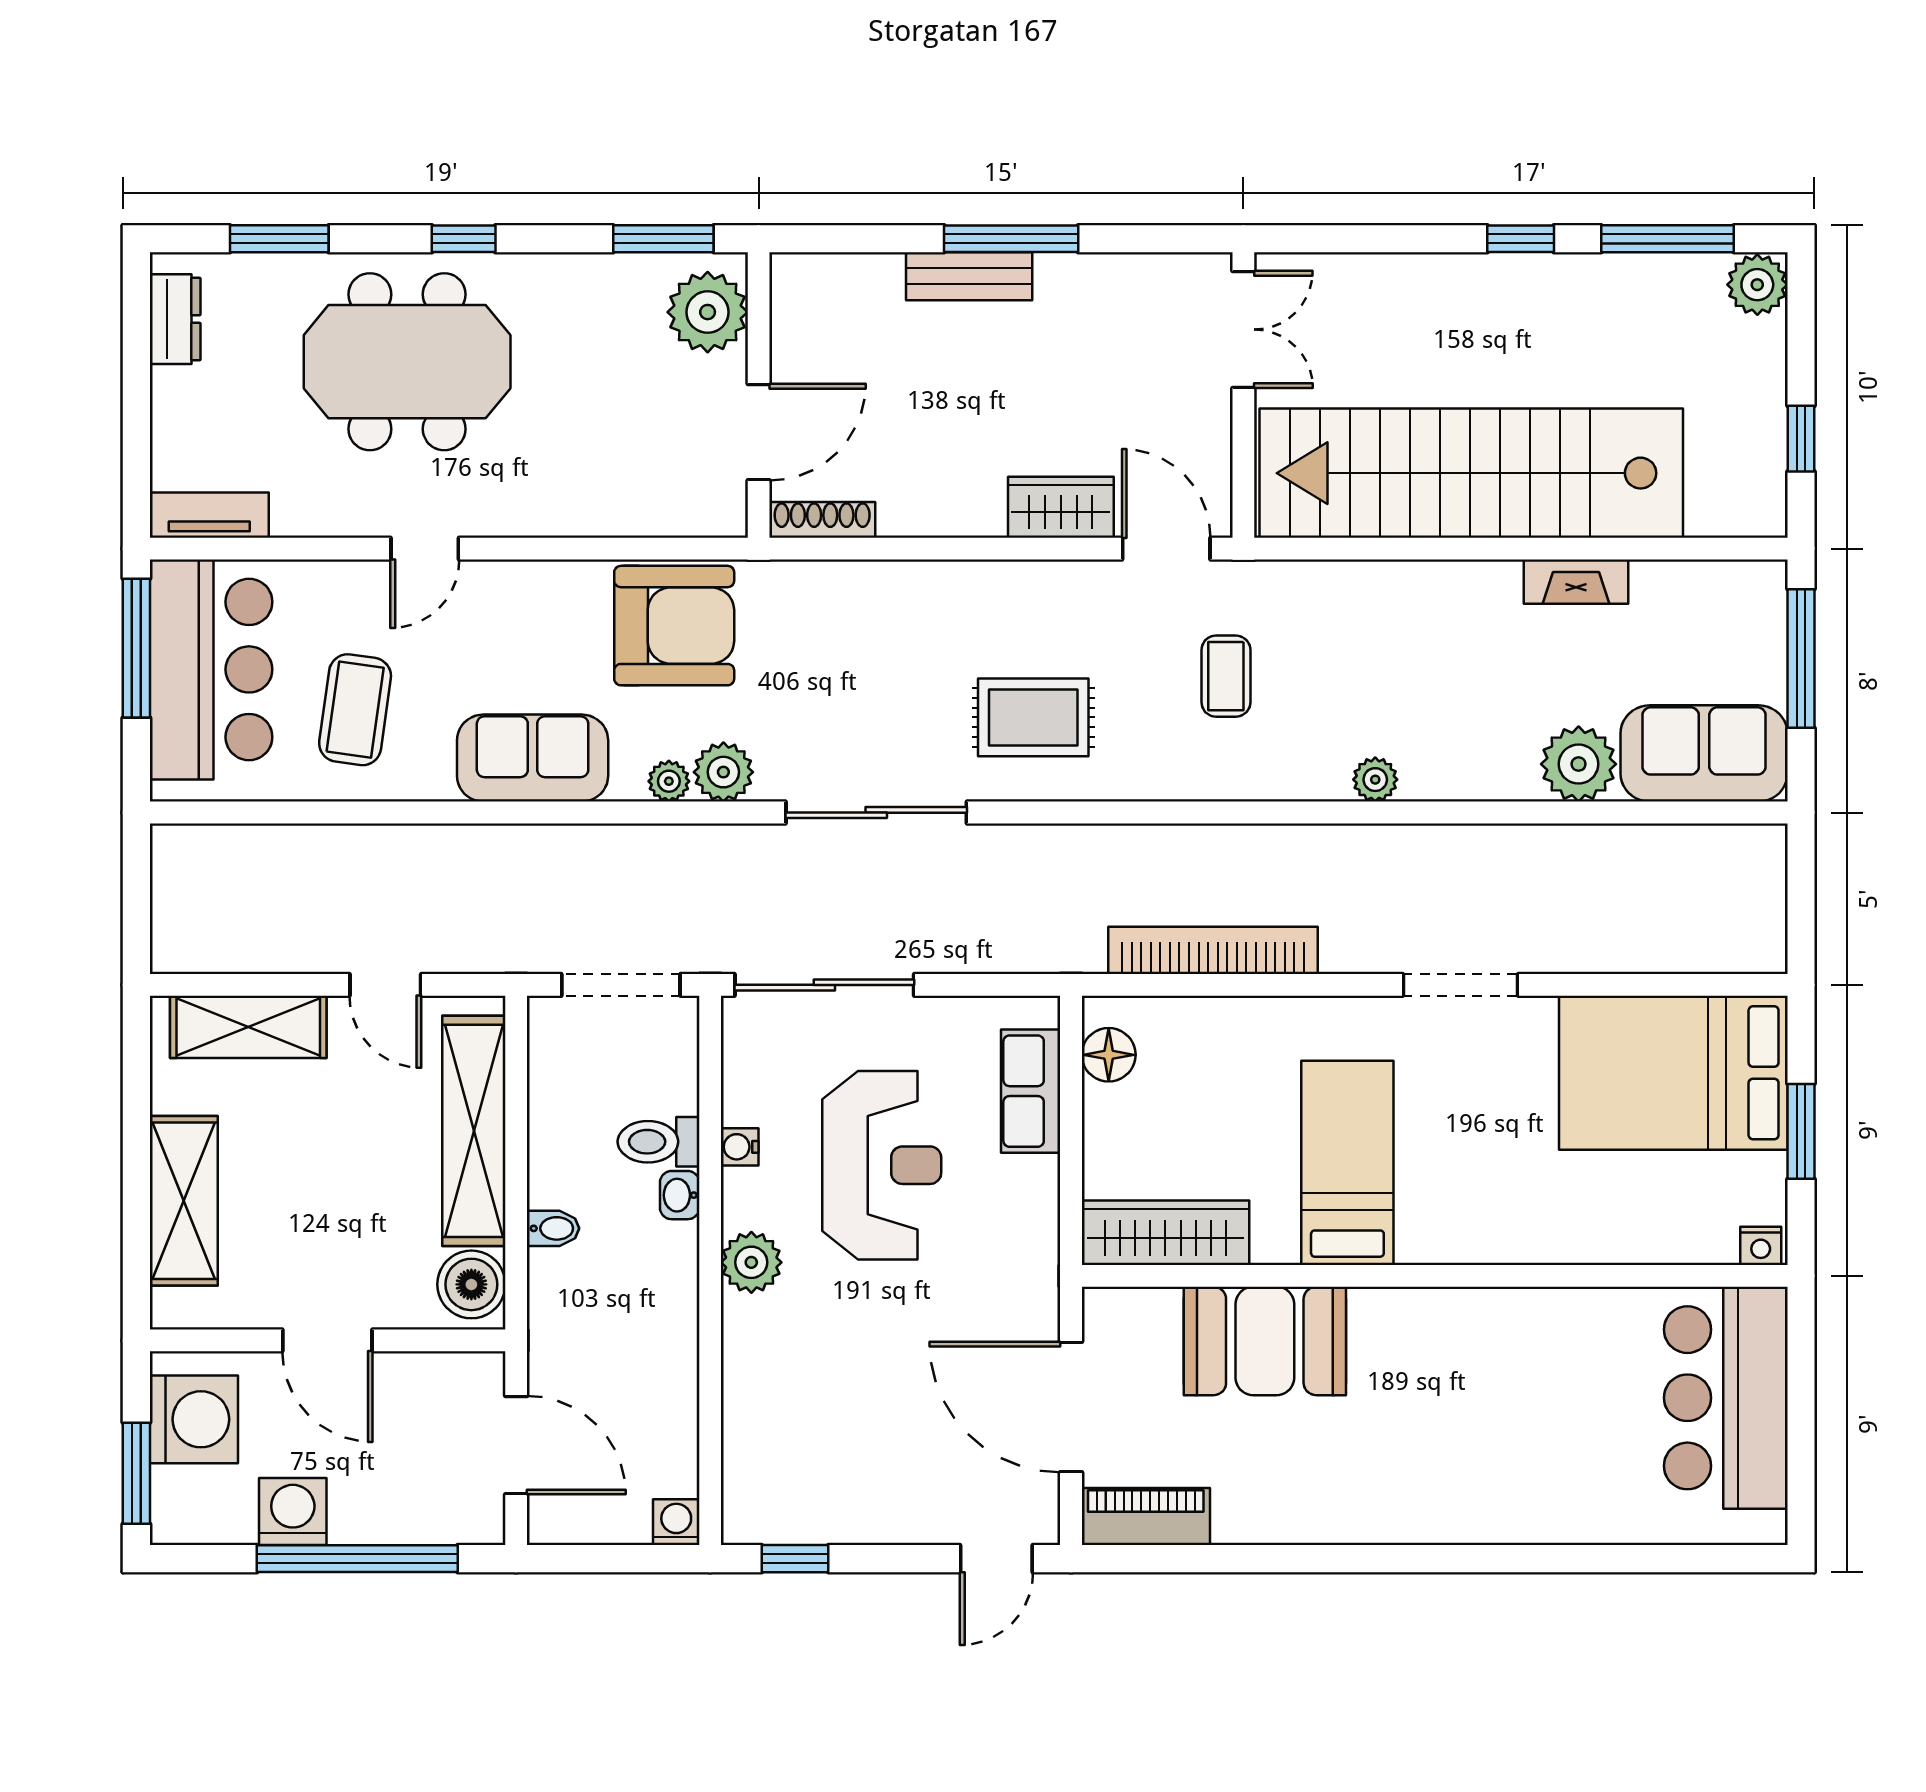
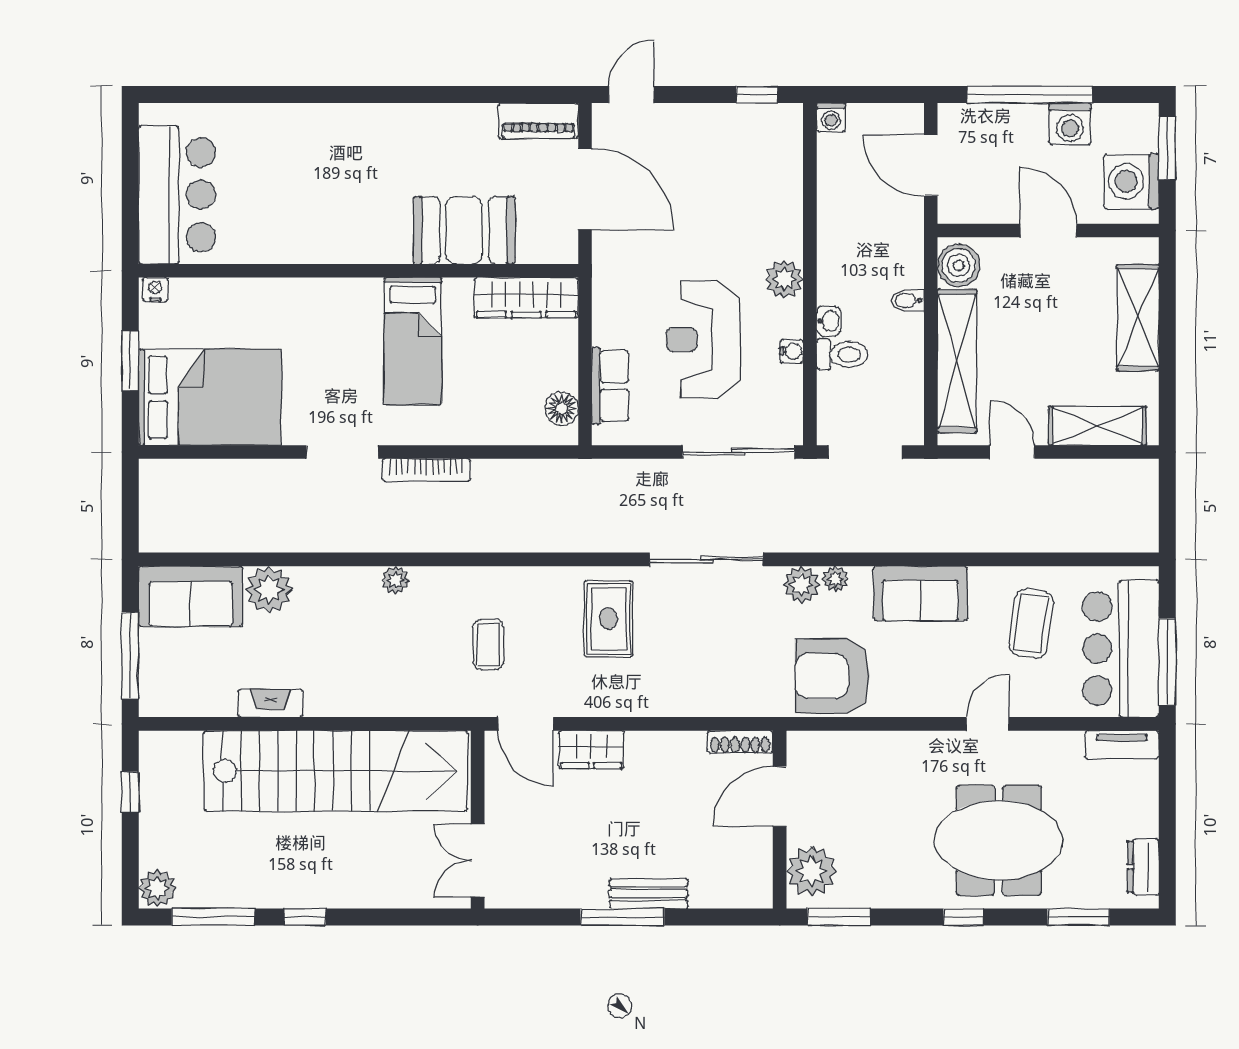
rug: (1033, 717) -> (609, 619), turned 90
bookcase: (1213, 950) -> (426, 470), moved, width x0.68, depth x0.76

